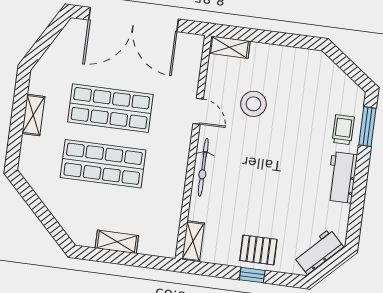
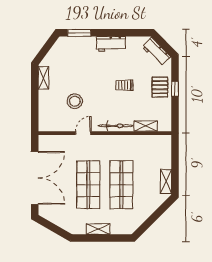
shelving: (229, 47) -> (43, 78), moved
trolley: (343, 130) -> (124, 85), moved
shelving: (193, 241) -> (146, 126), moved
shelving: (117, 242) -> (166, 181), moved

